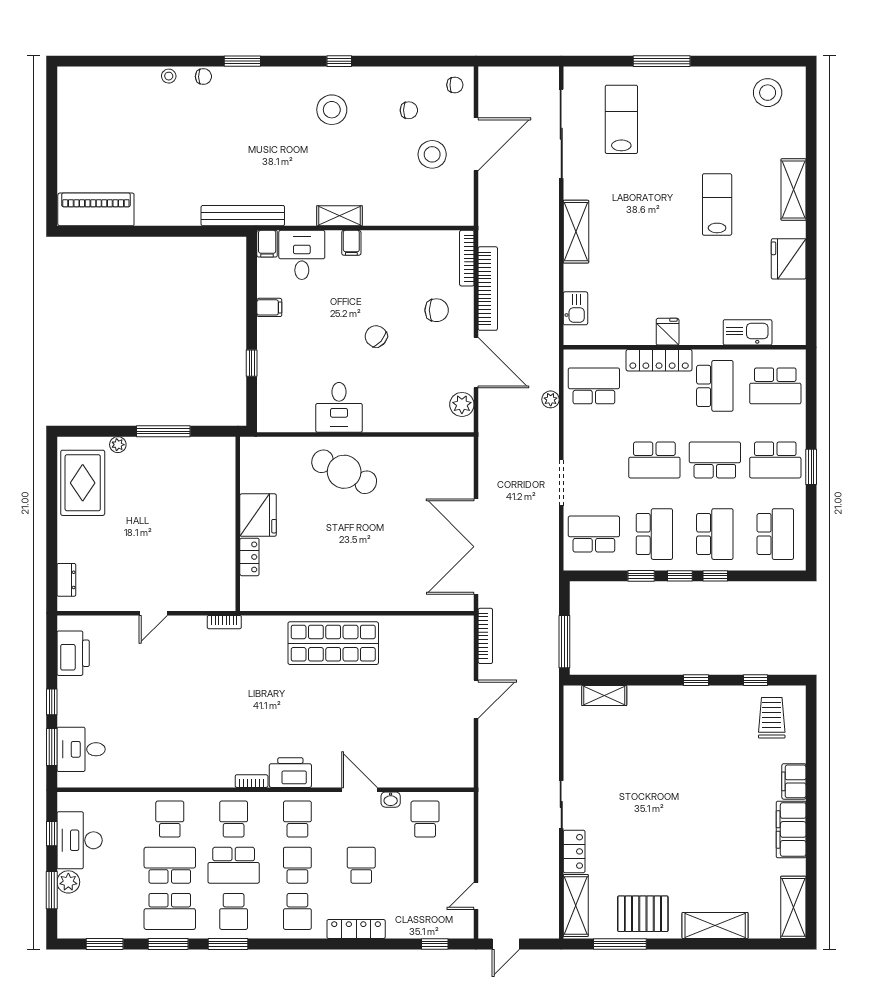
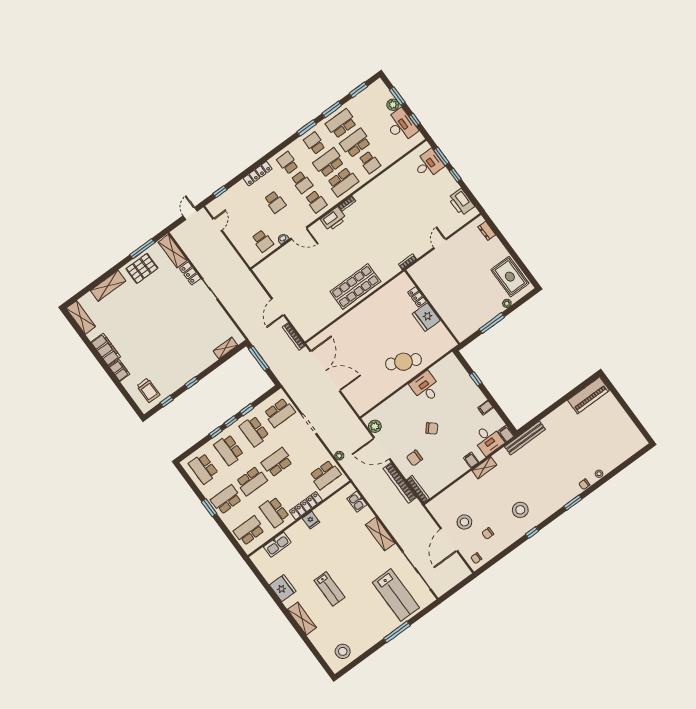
lab bench: (621, 119) -> (396, 595), width x1.36, depth x1.39
school desk: (234, 819) -> (343, 182), width x1.85
school desk: (170, 865) -> (355, 143), turned 180

